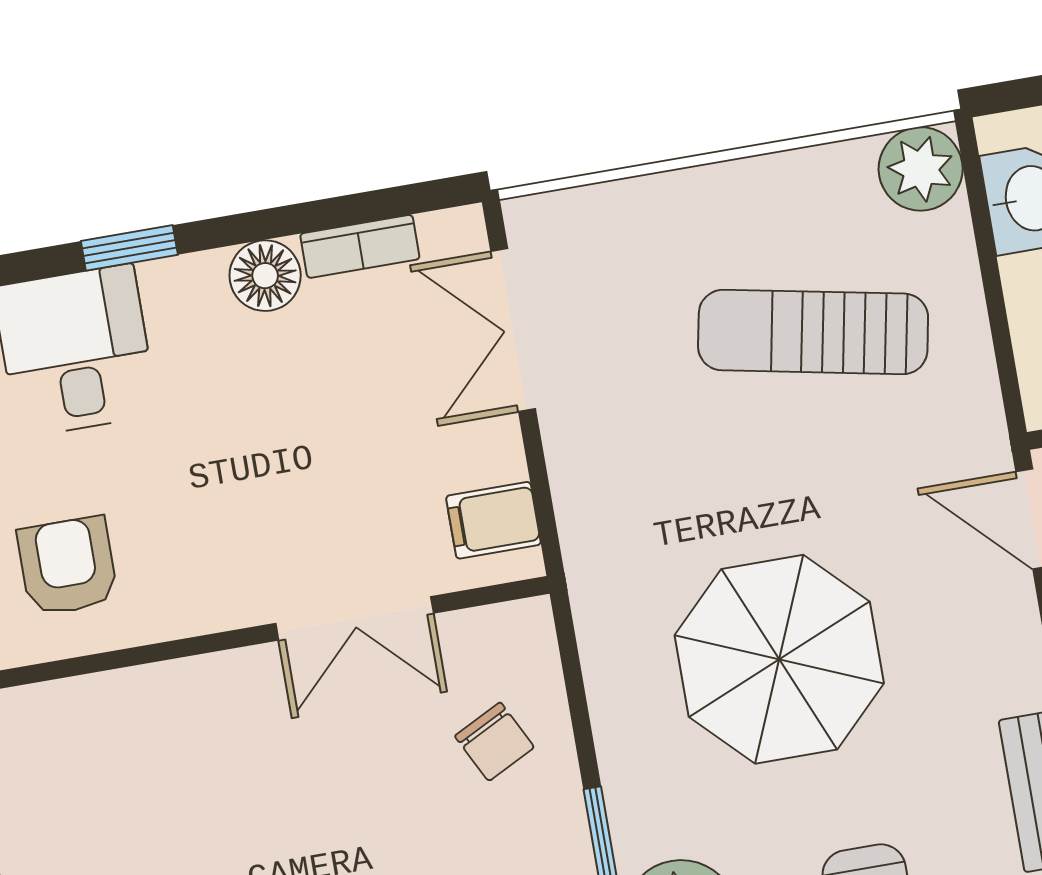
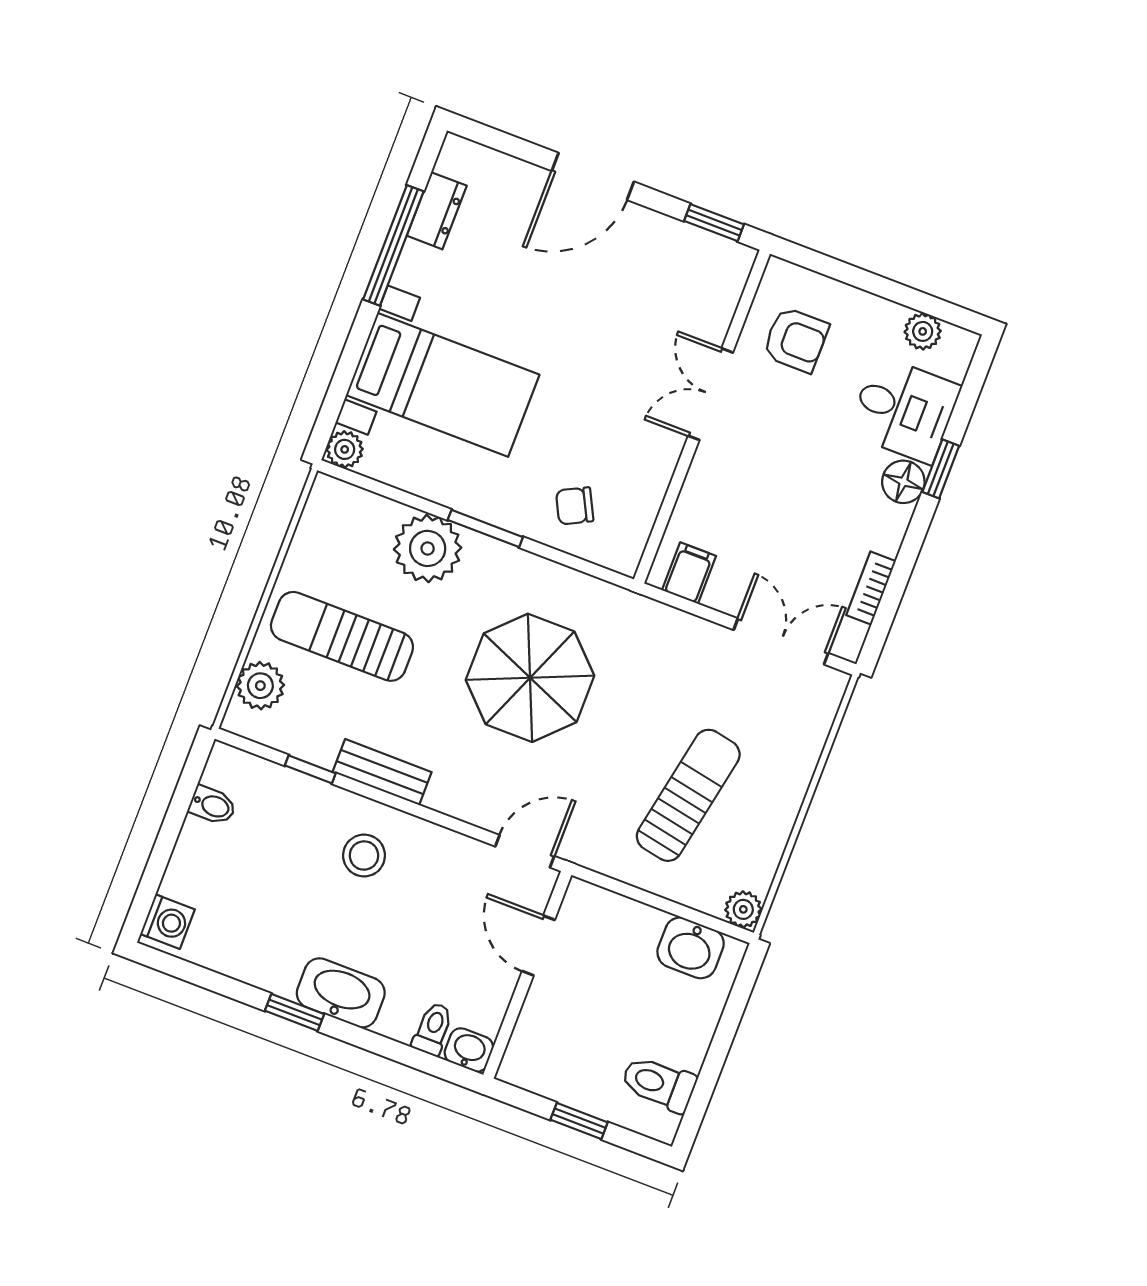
plant: (921, 169) -> (743, 909), width x0.73, depth x0.73
floor lamp: (265, 276) -> (903, 482), moved
double door: (355, 618) -> (711, 394), moved

